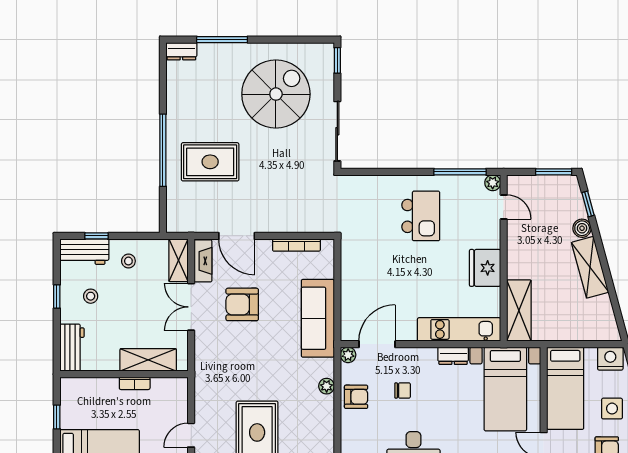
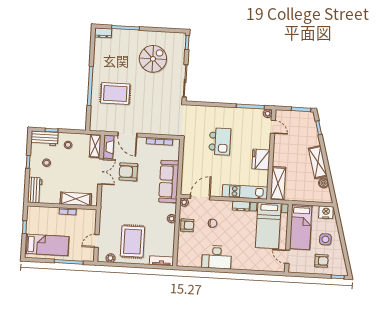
spiral stairs: (276, 94) -> (153, 59), width x0.73, depth x0.73
kitchen island: (421, 216) -> (220, 141), moved
boiler: (582, 228) -> (324, 183), moved
double door: (191, 307) -> (101, 172), swing flipped

